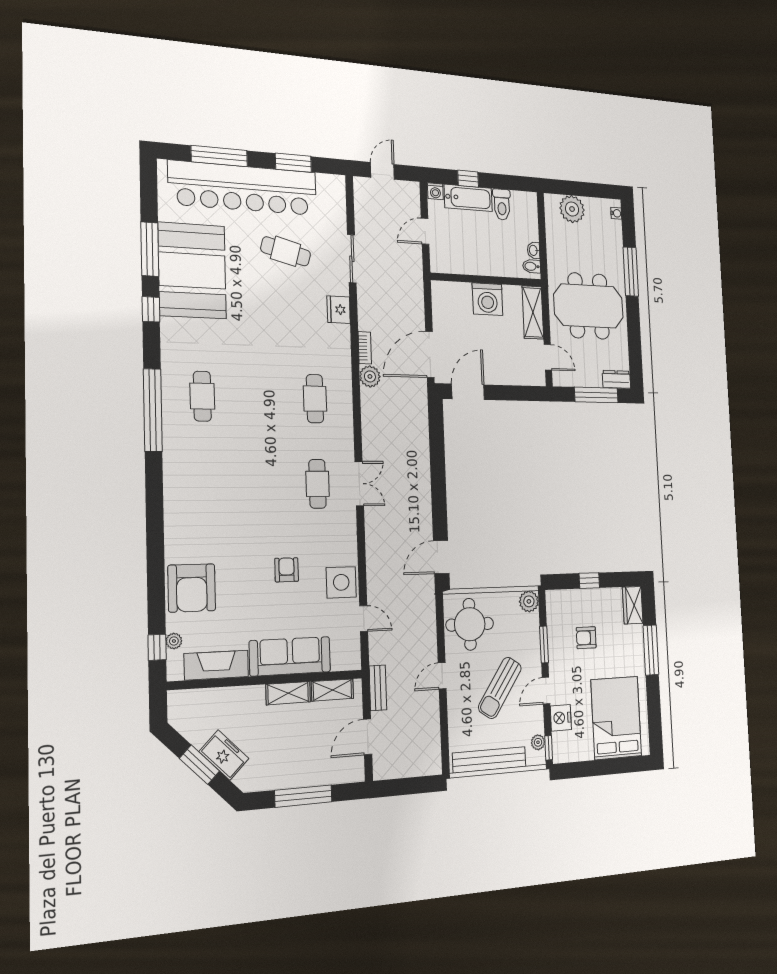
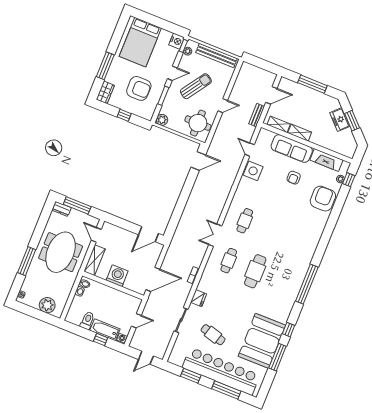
meeting table: (589, 306) -> (61, 252), turned 90
door: (430, 354) -> (153, 279), moved
plant: (370, 376) -> (197, 261), removed
cafe table: (202, 396) -> (255, 271), moved, width x1.37, depth x1.35
double door: (359, 484) -> (215, 235), moved
armchair: (287, 570) -> (294, 178), moved
armchair: (586, 638) -> (139, 88), width x1.88, depth x1.88
nightstand: (561, 718) -> (177, 41), moved

